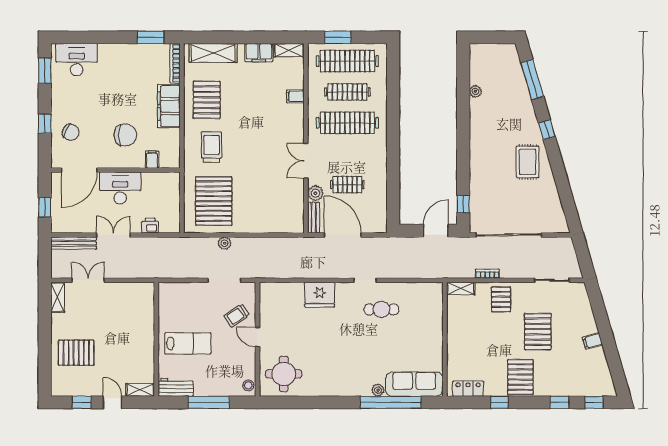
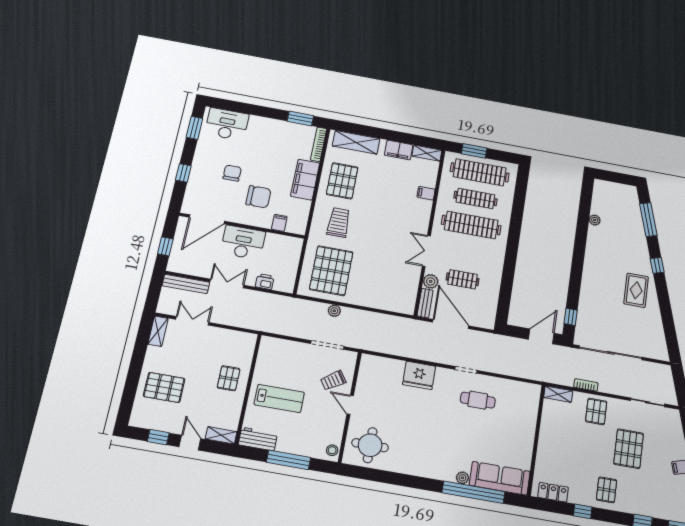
chair: (71, 132) -> (232, 173), moved, turned -118
pallet: (135, 332) -> (229, 378), added
pallet: (520, 377) -> (607, 490), width x0.67, depth x0.71

